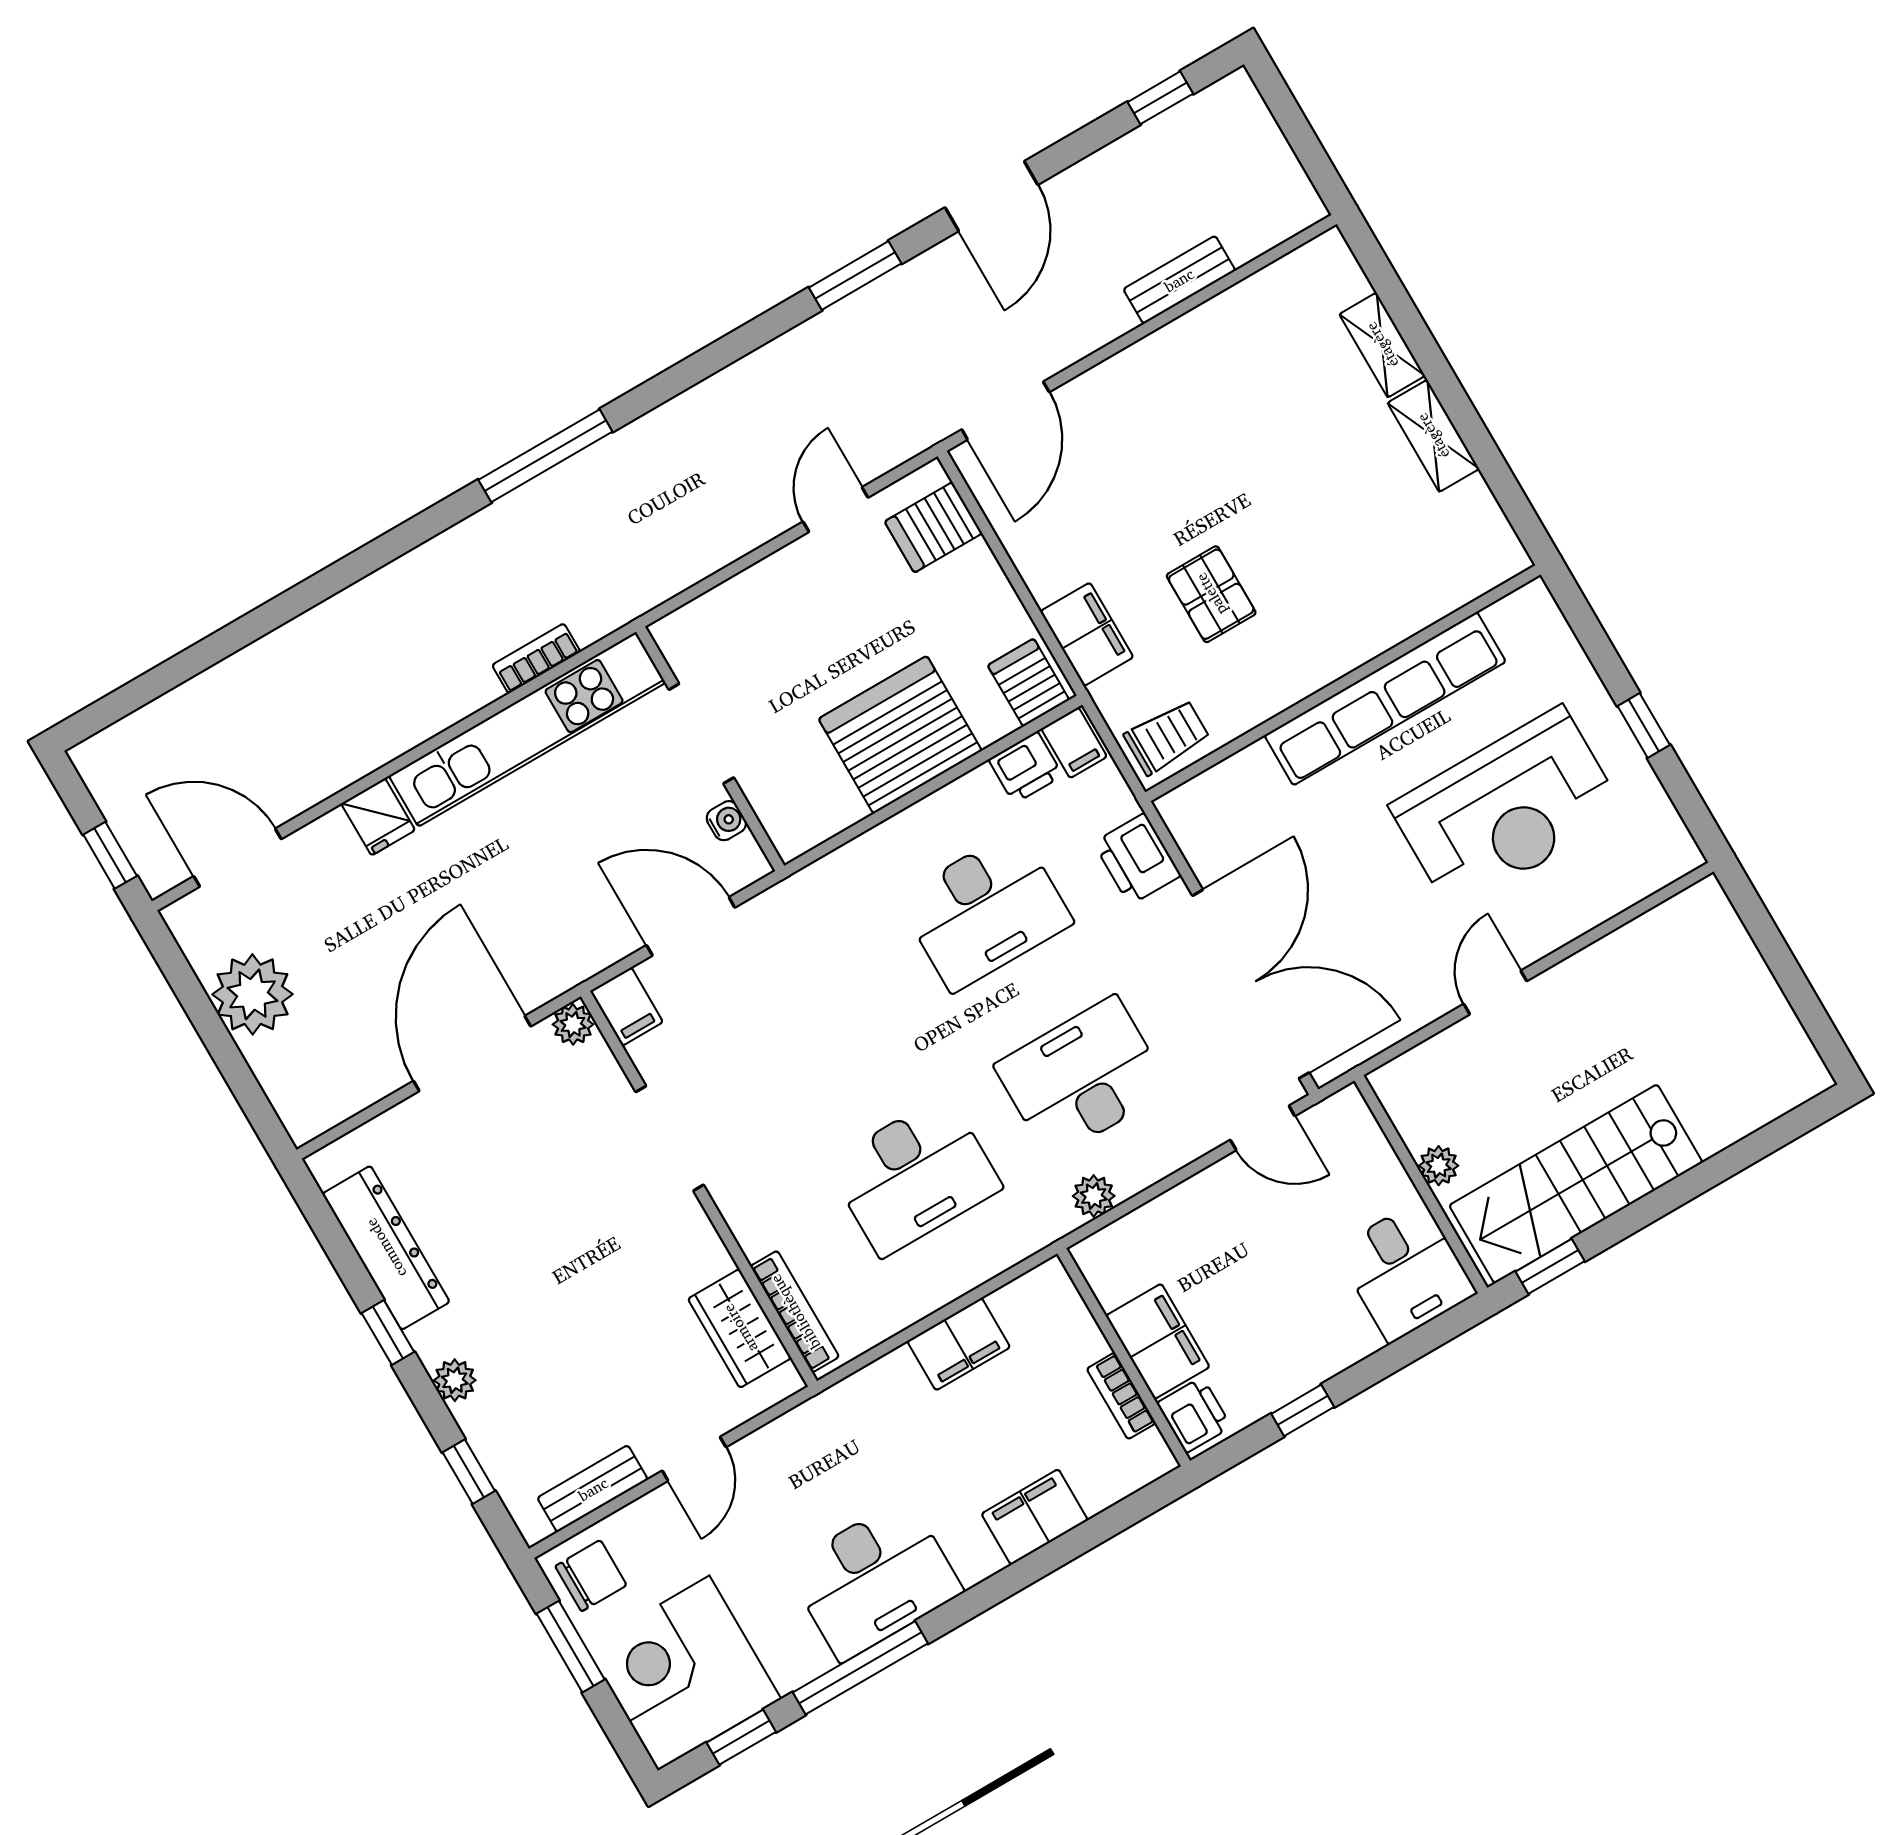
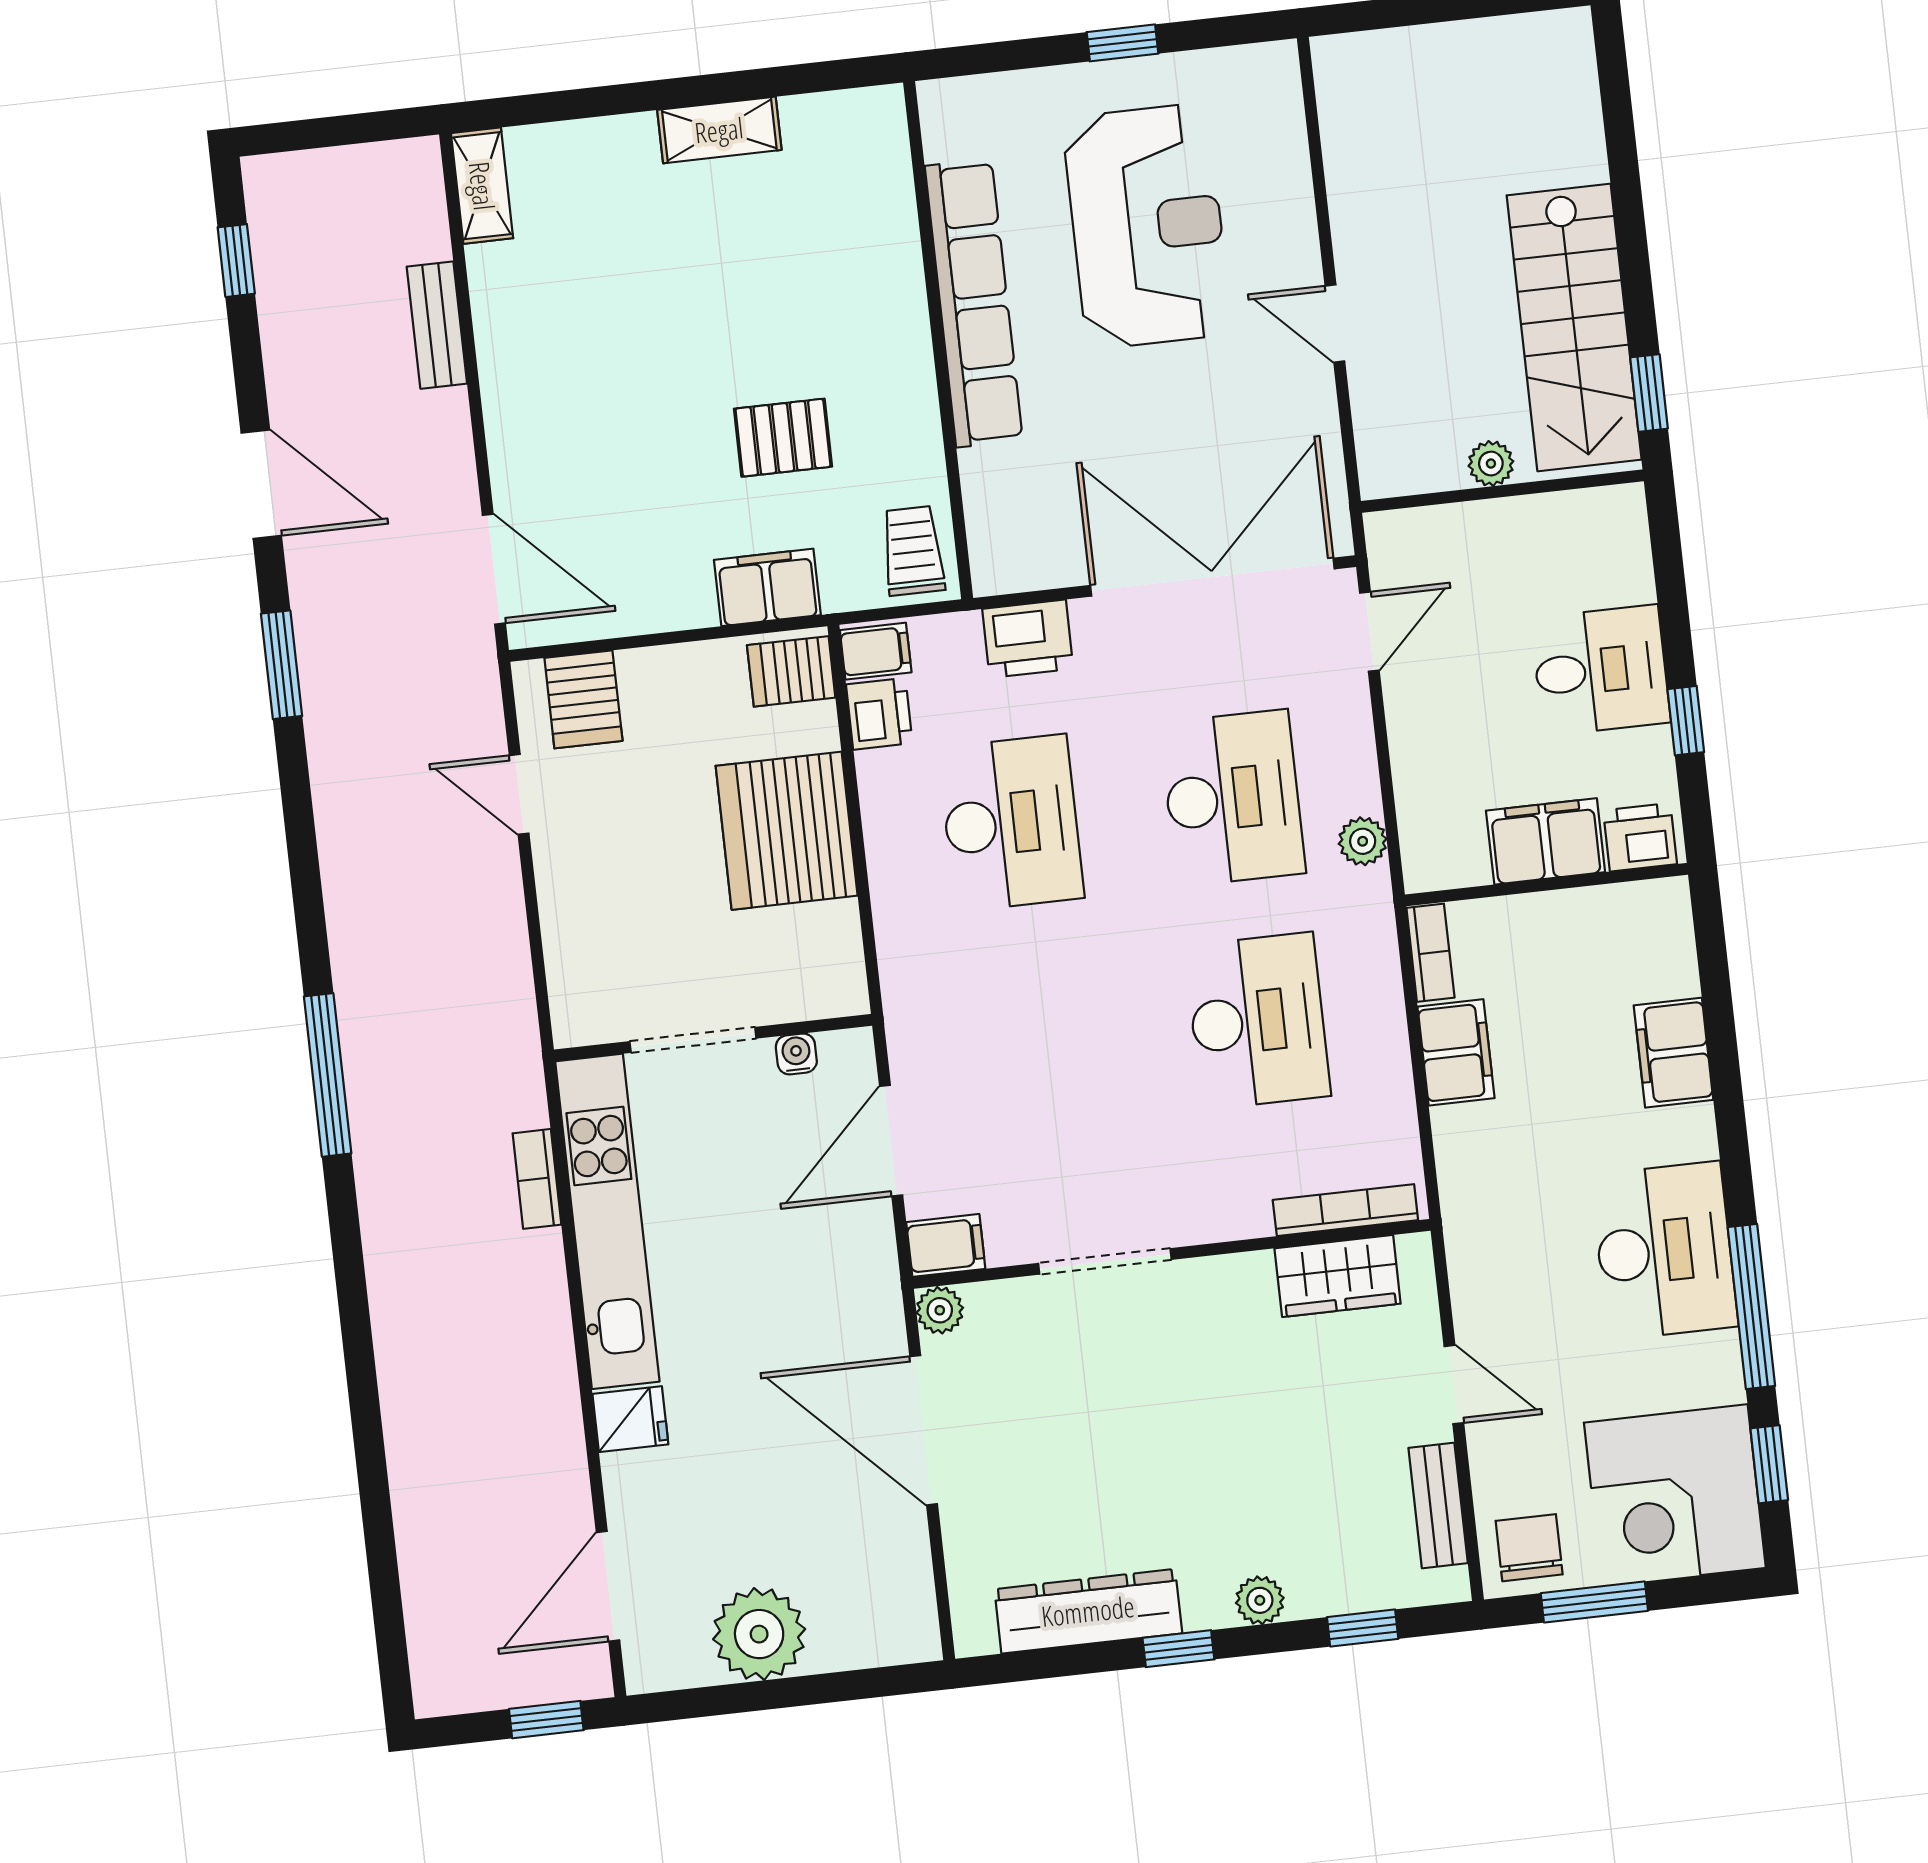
shelving: (1382, 345) -> (482, 186), moved, turned 90
desk: (1082, 1078) -> (1233, 798), turned 180
desk: (1406, 1271) -> (1601, 670), moved
bookcase: (1121, 1396) -> (1430, 953), moved, turned -90

